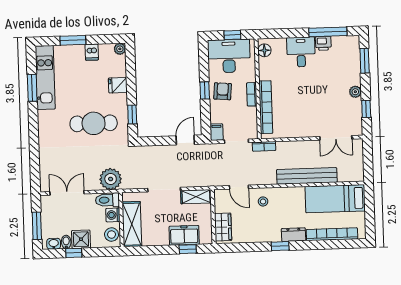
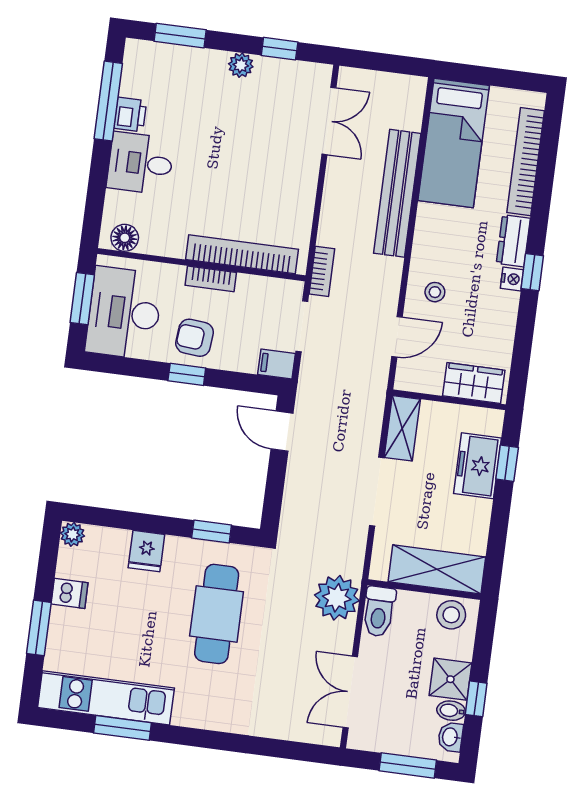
window: (232, 35) -> (82, 299), width x1.50
washing machine: (113, 215) -> (412, 605), removed
nightstand: (275, 237) -> (512, 279), added

